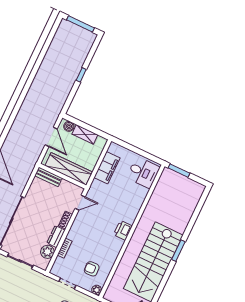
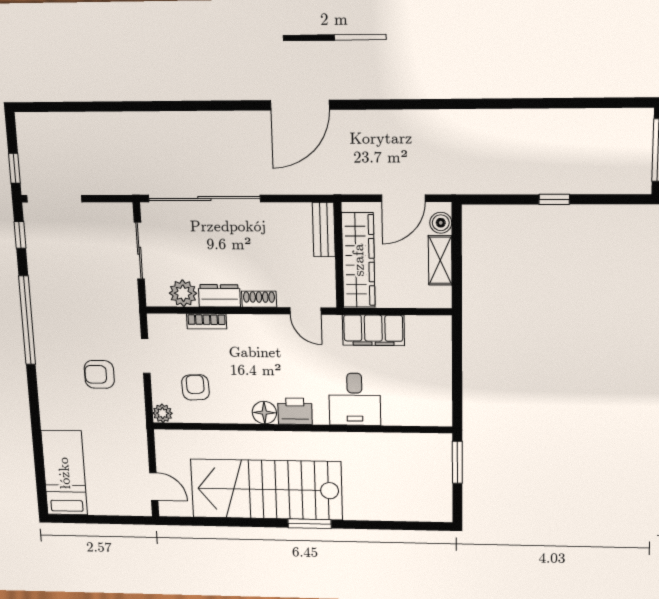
filing cabinet: (107, 168) -> (373, 330), moved
desk: (143, 172) -> (355, 399), moved
floor lamp: (117, 244) -> (264, 413), added

